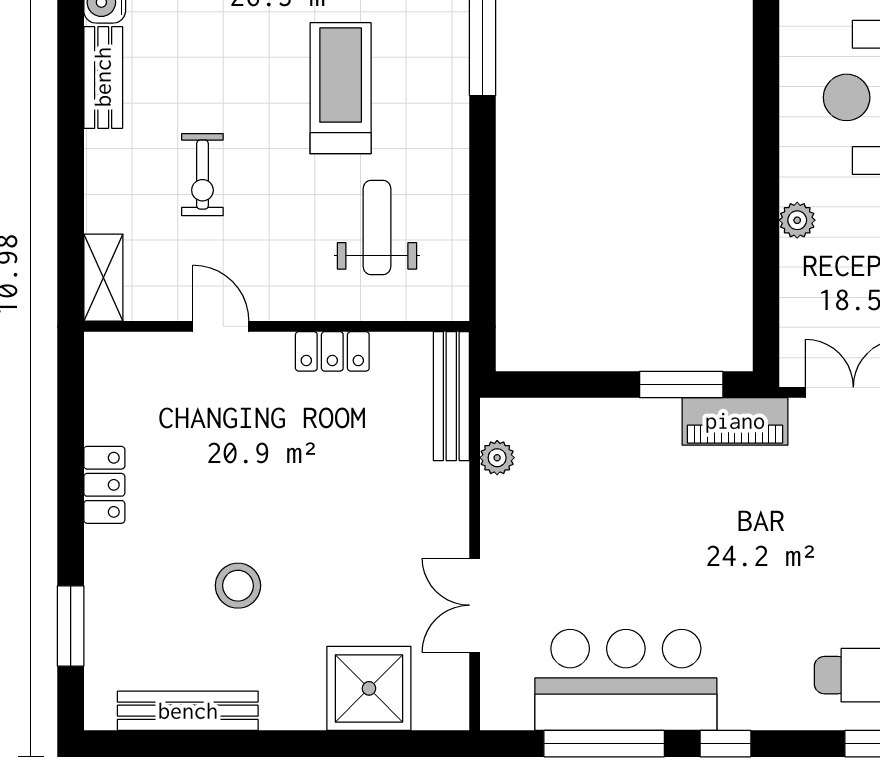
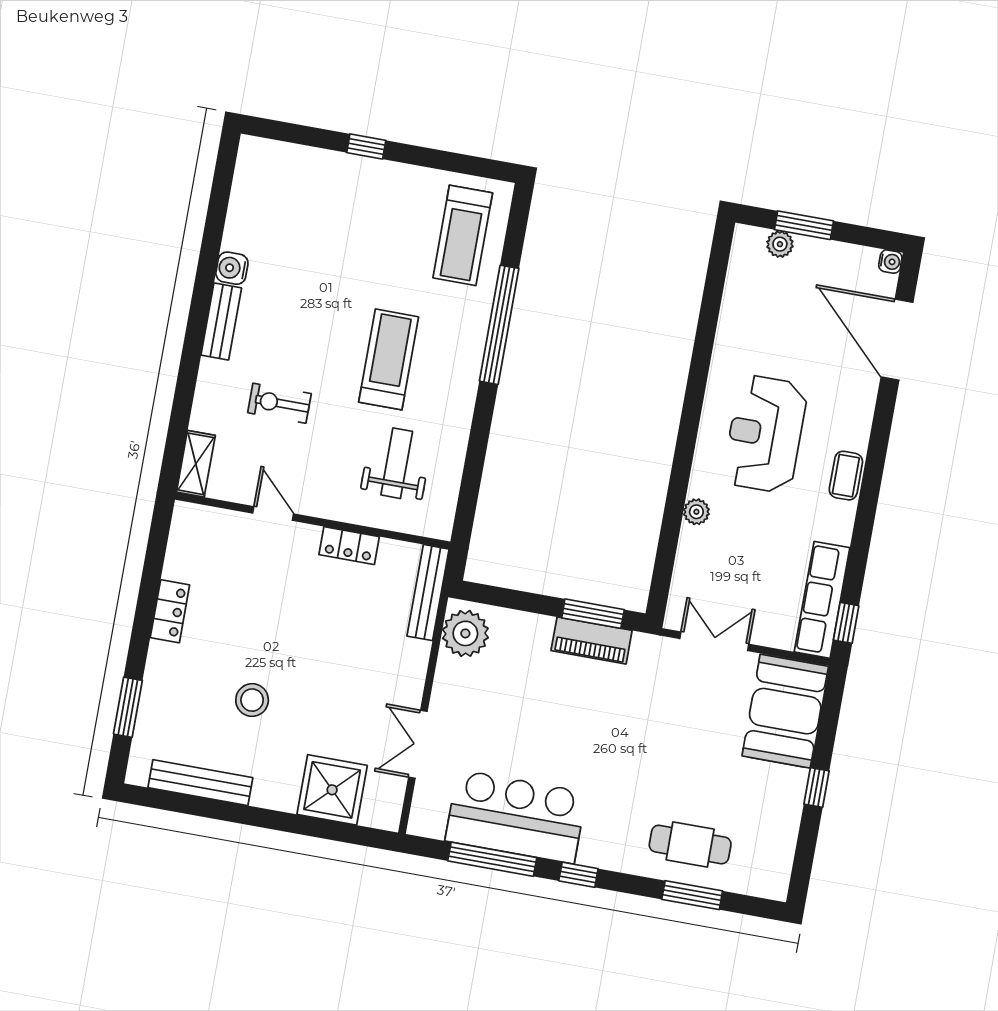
exercise bike: (202, 175) -> (279, 403), turned 90
piano: (735, 421) -> (592, 641), moved
plant: (497, 458) -> (465, 633), width x1.87, depth x1.87

